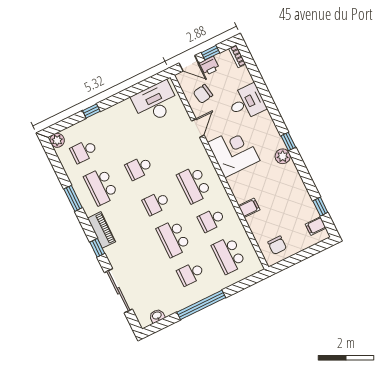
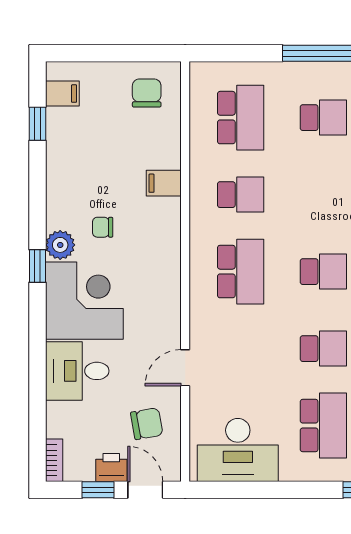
corner desk: (234, 152) -> (84, 301), moved, turned 180
chair: (267, 174) -> (103, 227), added
school desk: (173, 238) -> (323, 426), moved

